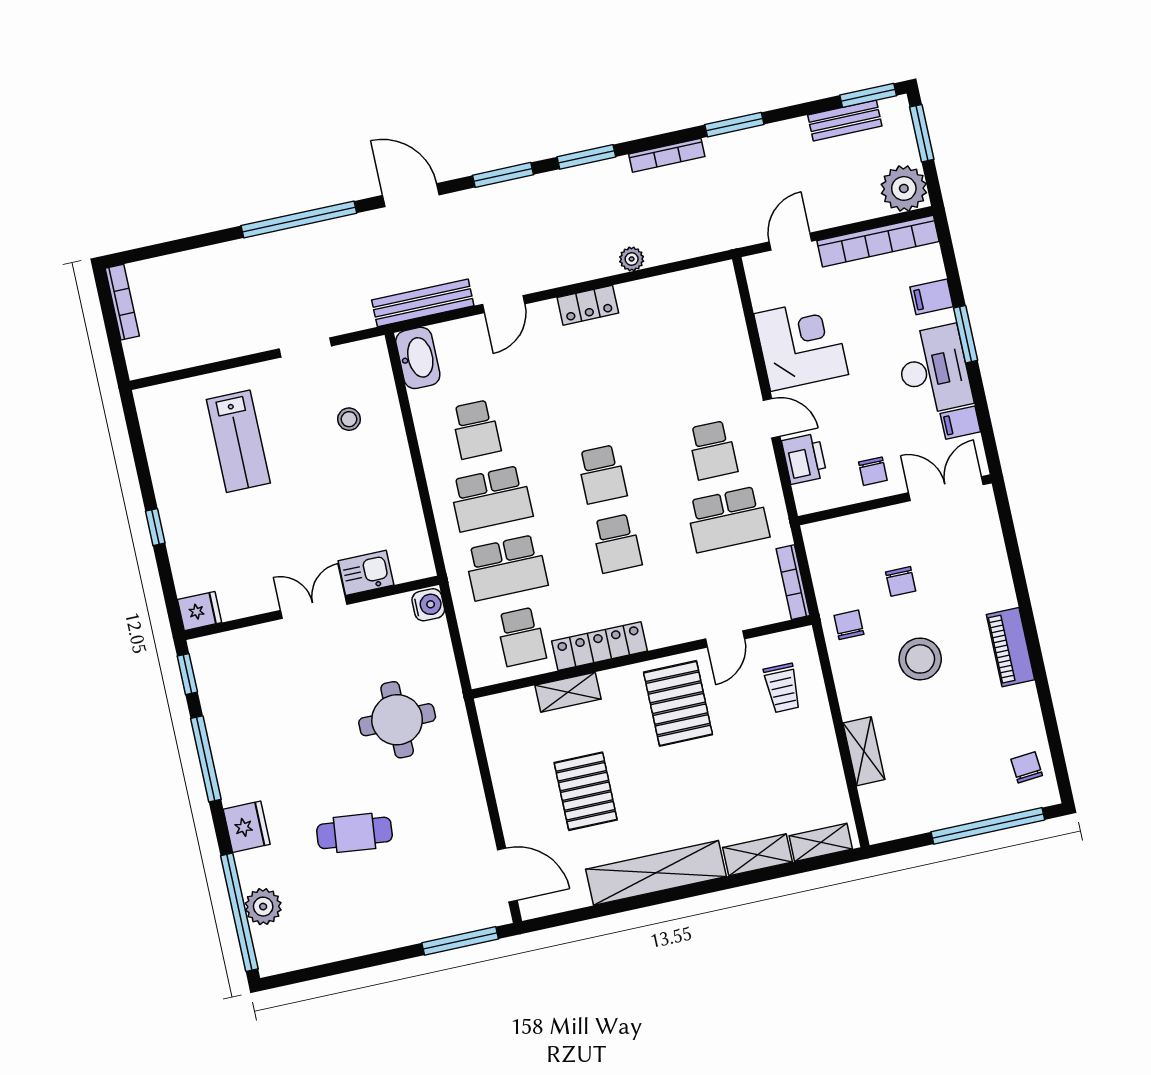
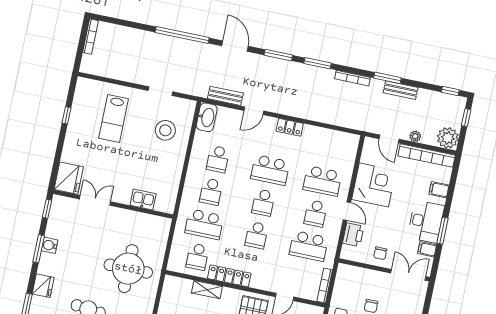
window: (868, 95) -> (450, 91), width x0.67
bench: (845, 121) -> (401, 90), moved
window: (922, 133) -> (466, 118), width x0.67
door: (790, 242) -> (389, 139), swing flipped
plant: (632, 259) -> (415, 136), moved
bench: (423, 303) -> (225, 96), width x0.73
window: (966, 334) -> (443, 231), moved
school desk: (698, 381) -> (322, 181), added
school desk: (587, 405) -> (270, 170), added
stool: (349, 419) -> (165, 130), width x1.89, depth x1.89
school desk: (491, 498) -> (211, 192), width x0.54
window: (155, 527) -> (67, 115), moved
water cooler: (428, 605) -> (50, 245), moved, turned 180
double door: (314, 607) -> (95, 200), moved
fridge: (200, 611) -> (69, 178), width x1.88, depth x1.34
round table: (397, 720) -> (128, 269), width x1.36, depth x1.36
window: (206, 759) -> (39, 249), width x0.69

